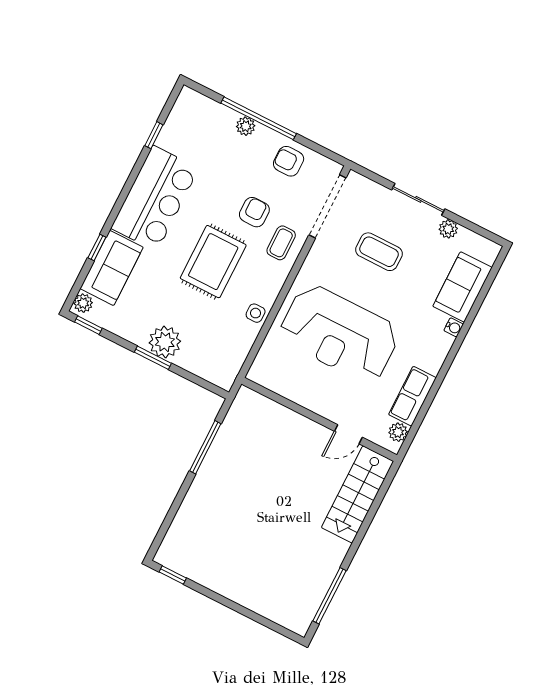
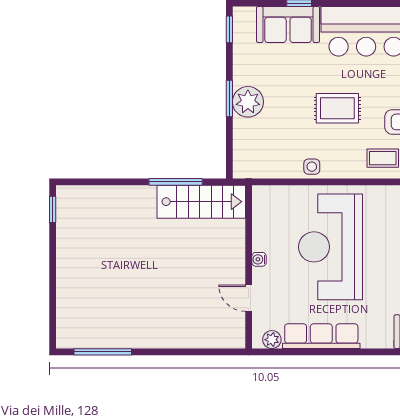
rug: (213, 262) -> (337, 108), width x0.73, depth x0.70
plant: (83, 303) -> (246, 15), removed
water cooler: (454, 327) -> (259, 259), moved, turned 90
row of seats: (412, 396) -> (321, 336), width x1.48
stairs: (358, 494) -> (201, 202), moved, turned 180

